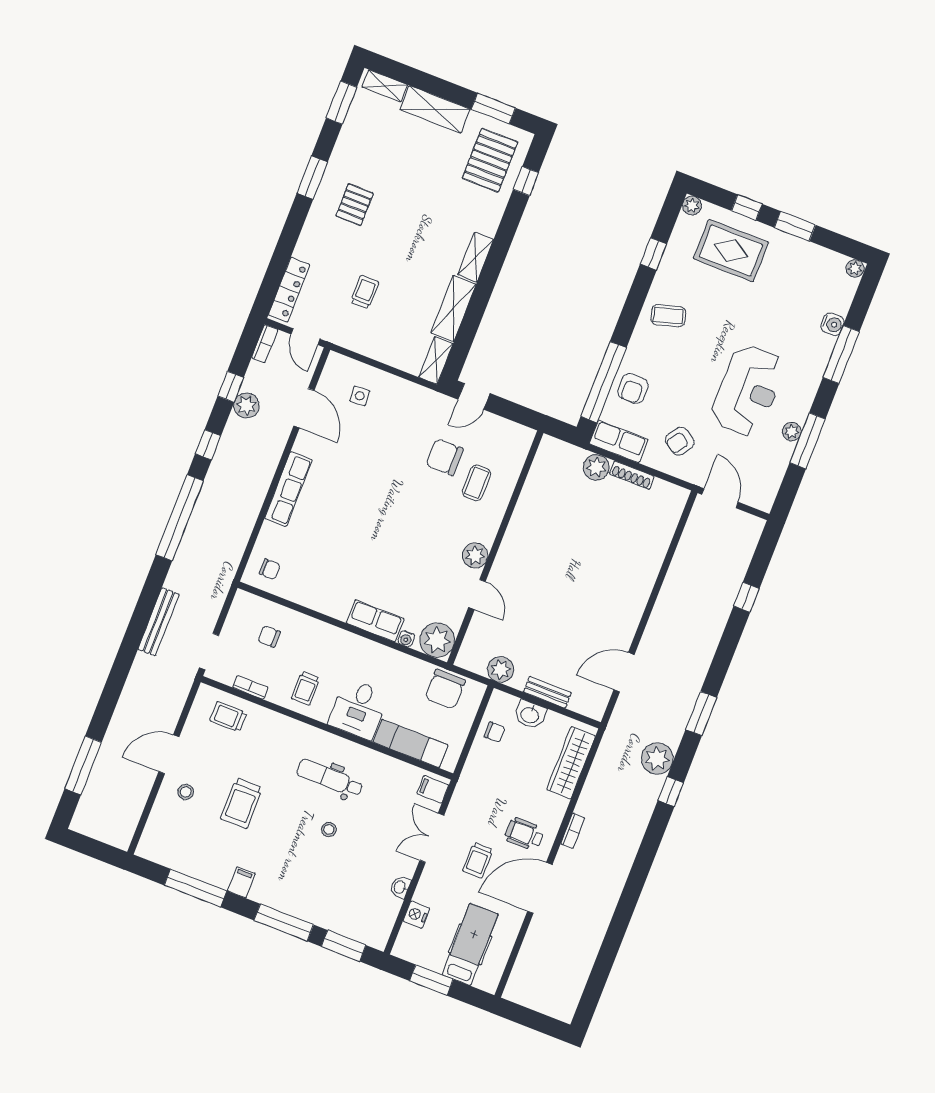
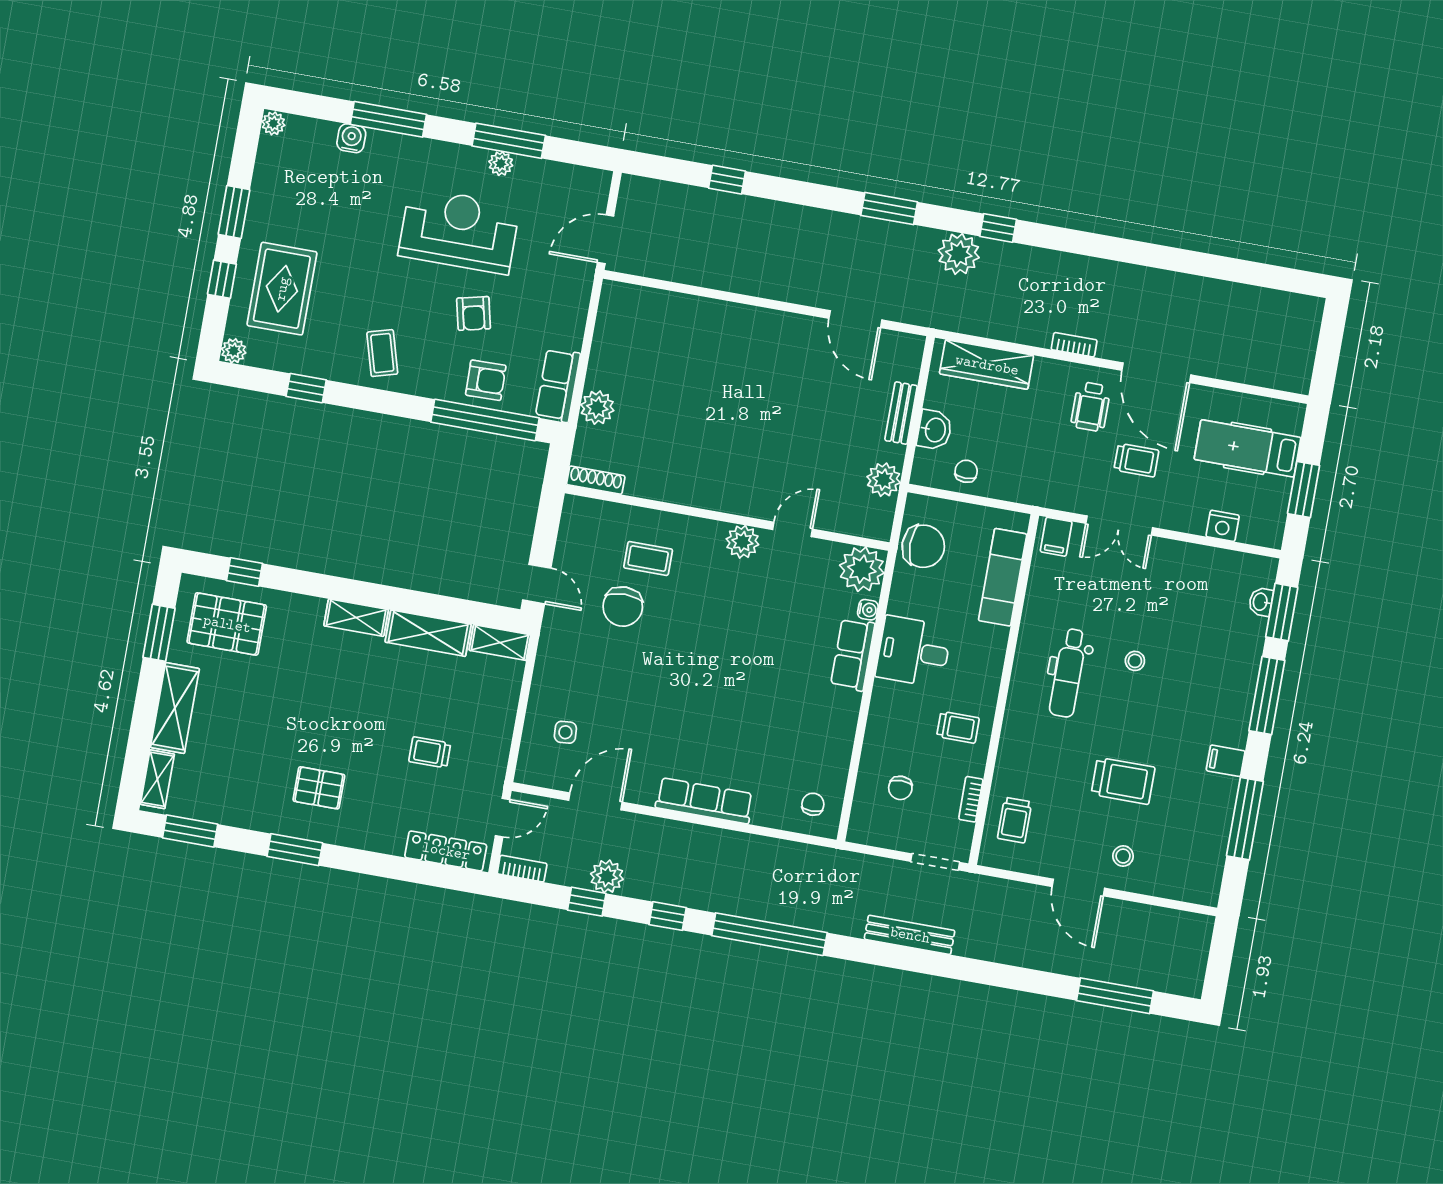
armchair: (680, 441) -> (474, 313), moved, turned 42
shoe rack: (632, 475) -> (596, 480), moved, turned -90
desk: (358, 709) -> (914, 652), moved, turned 180
washbasin: (400, 887) -> (1261, 602), moved, turned 90

